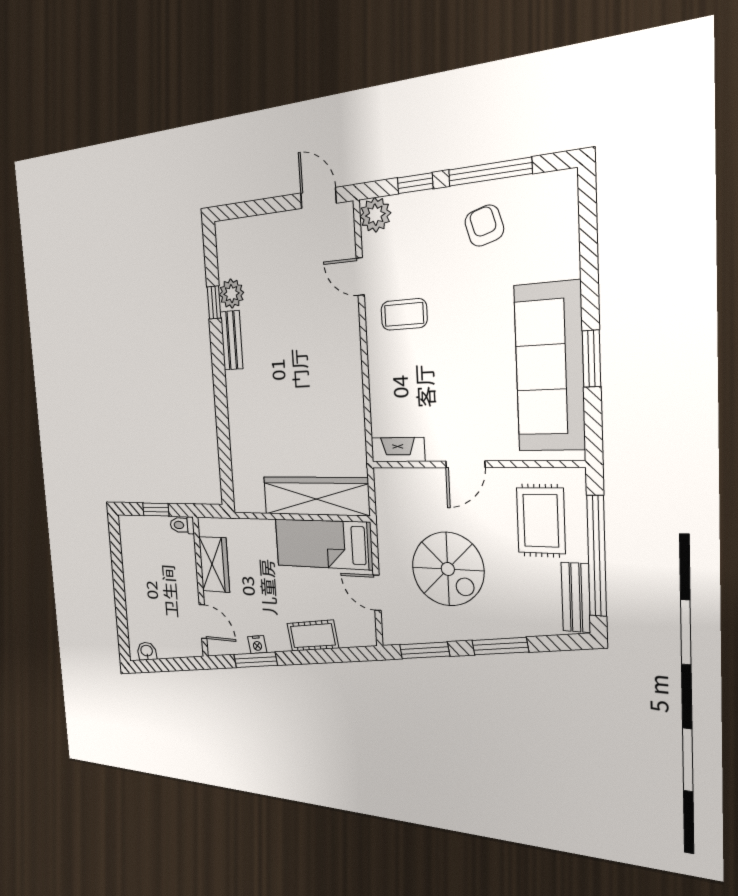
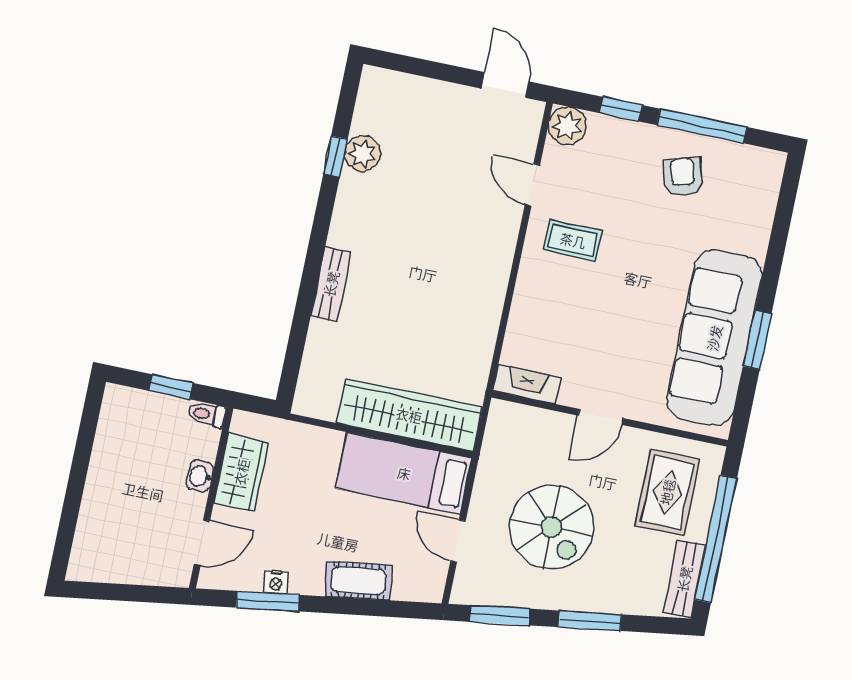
bench: (232, 340) -> (331, 284), moved
door: (203, 622) -> (202, 543), hinge flipped
washbasin: (147, 651) -> (200, 476), moved, turned -82

